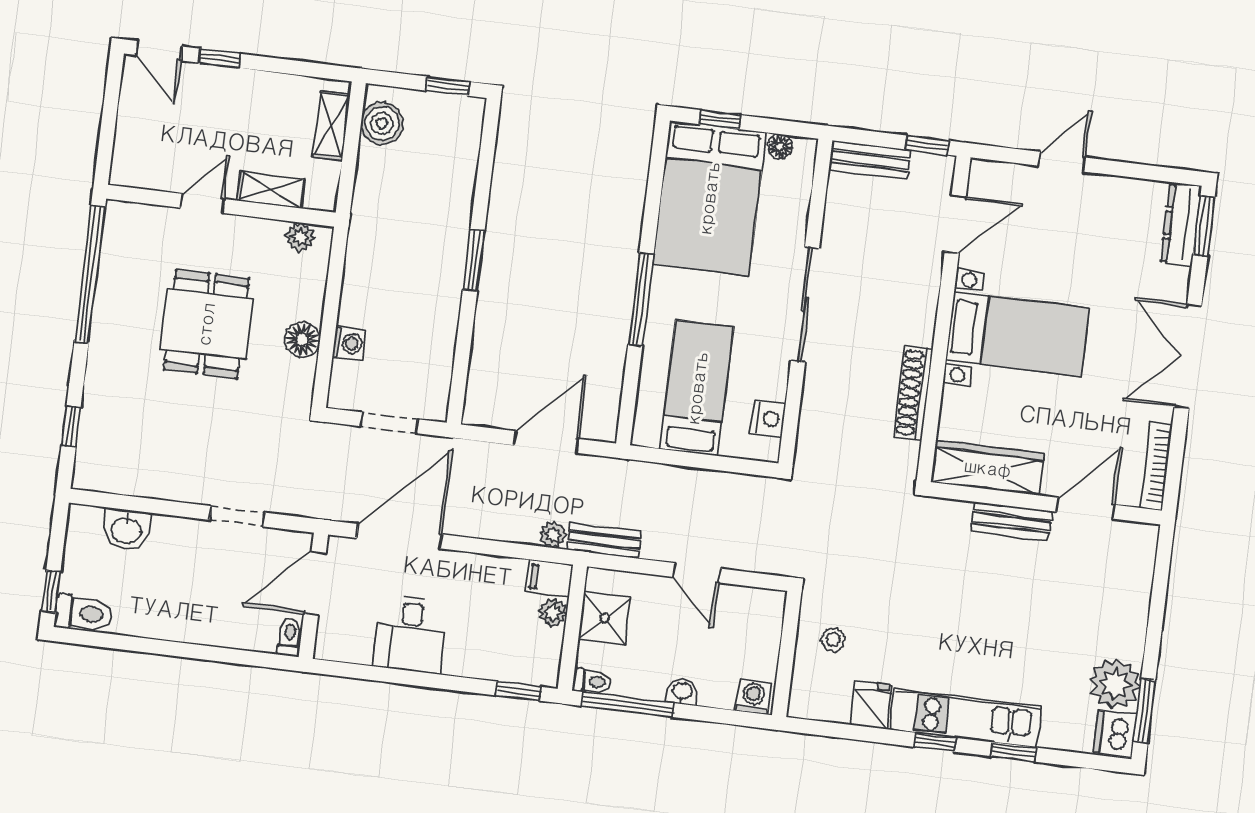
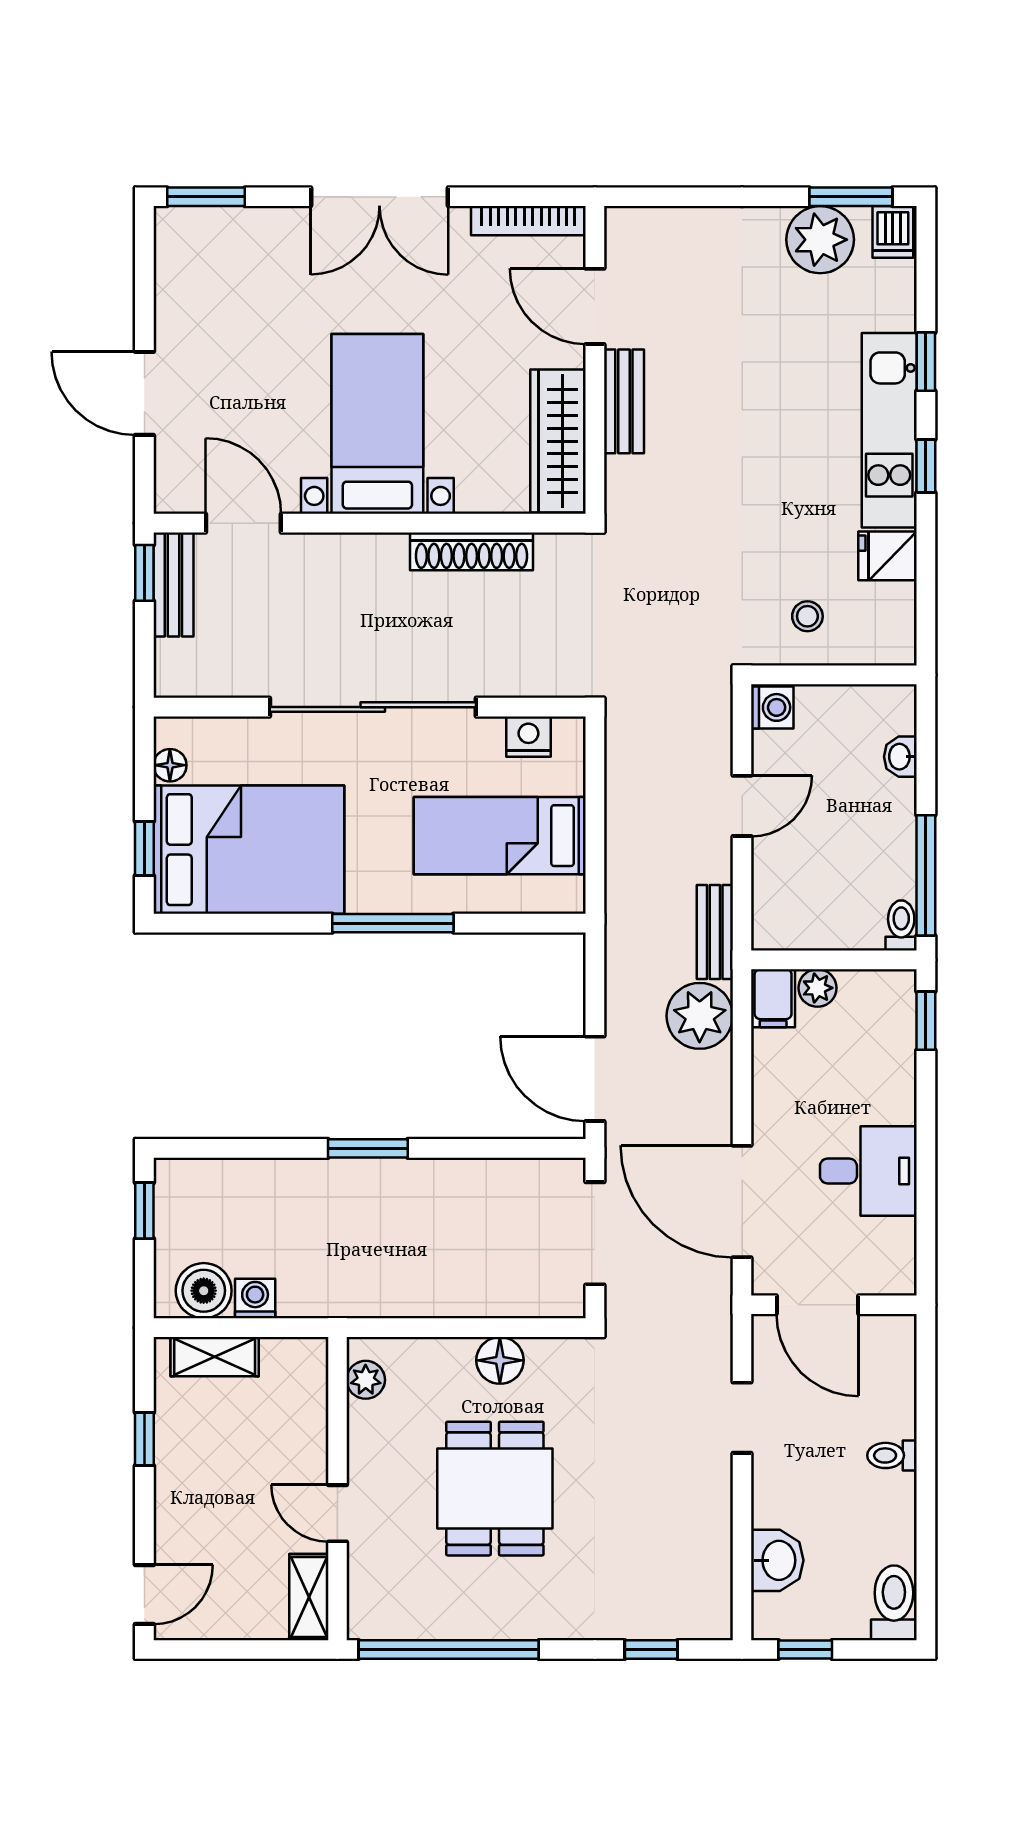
window: (220, 58) -> (144, 1439), moved
bench: (870, 160) -> (173, 585), moved
door: (1062, 162) -> (144, 393), width x1.38
shelving: (271, 190) -> (309, 1597), moved
dresser: (1181, 224) -> (207, 227), removed
sliding door: (805, 304) -> (373, 707), width x1.36
dining table: (206, 324) -> (495, 1489), turned 90
washing machine: (349, 343) -> (255, 1299), moved
doorway: (389, 423) -> (595, 1233), width x1.38
door: (546, 442) -> (595, 1079), moved
plant: (553, 535) -> (700, 1016), width x1.88, depth x1.88
window: (51, 592) -> (805, 1649), moved
shower: (605, 618) -> (816, 919), removed
toilet: (290, 637) -> (892, 1455), moved
washbasin: (682, 692) -> (900, 757), moved
washing machine: (753, 697) -> (772, 707), moved, turned 180
dishwasher: (1115, 733) -> (893, 232), width x0.73

